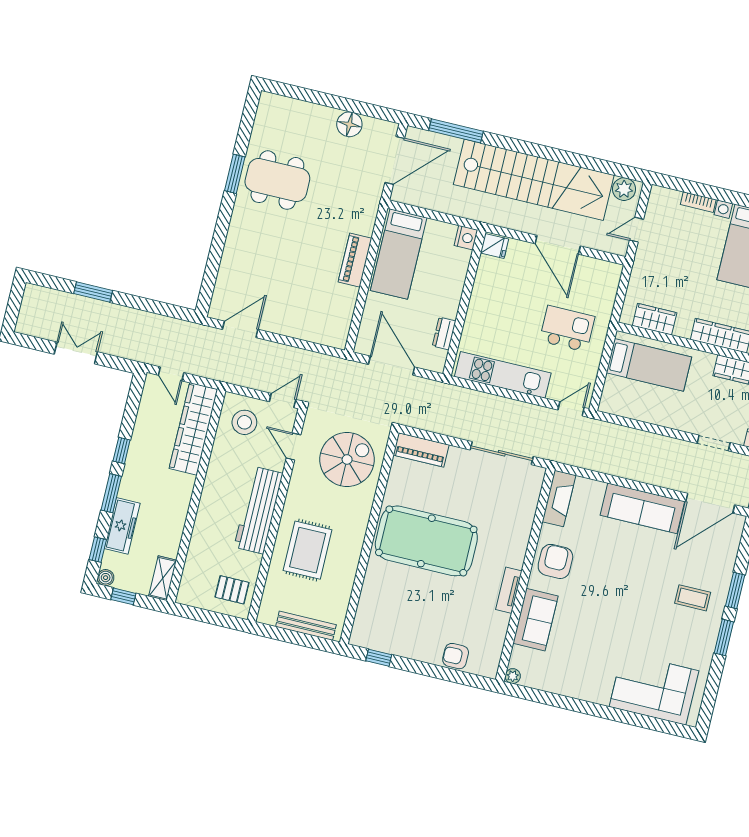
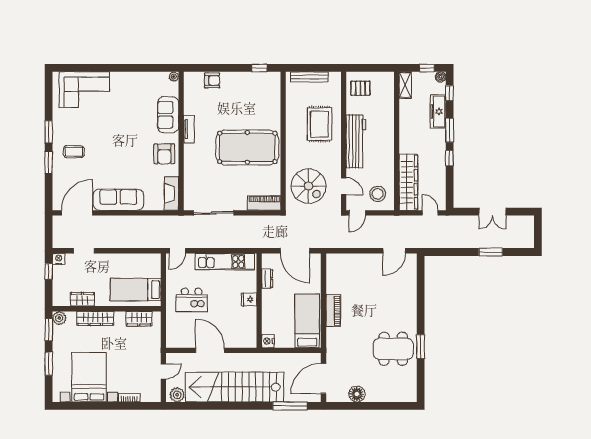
fridge: (494, 246) -> (249, 299), moved
spiral stairs: (347, 459) -> (309, 186), turned -90

